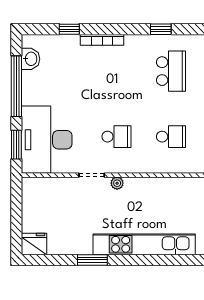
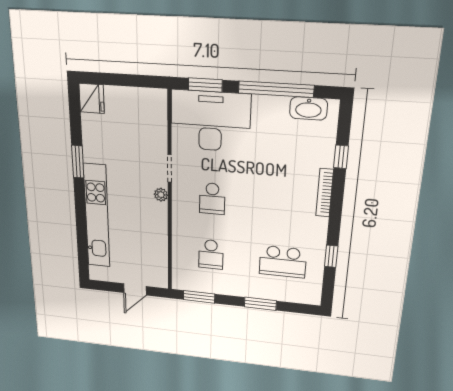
washbasin: (31, 59) -> (309, 109), width x1.38

